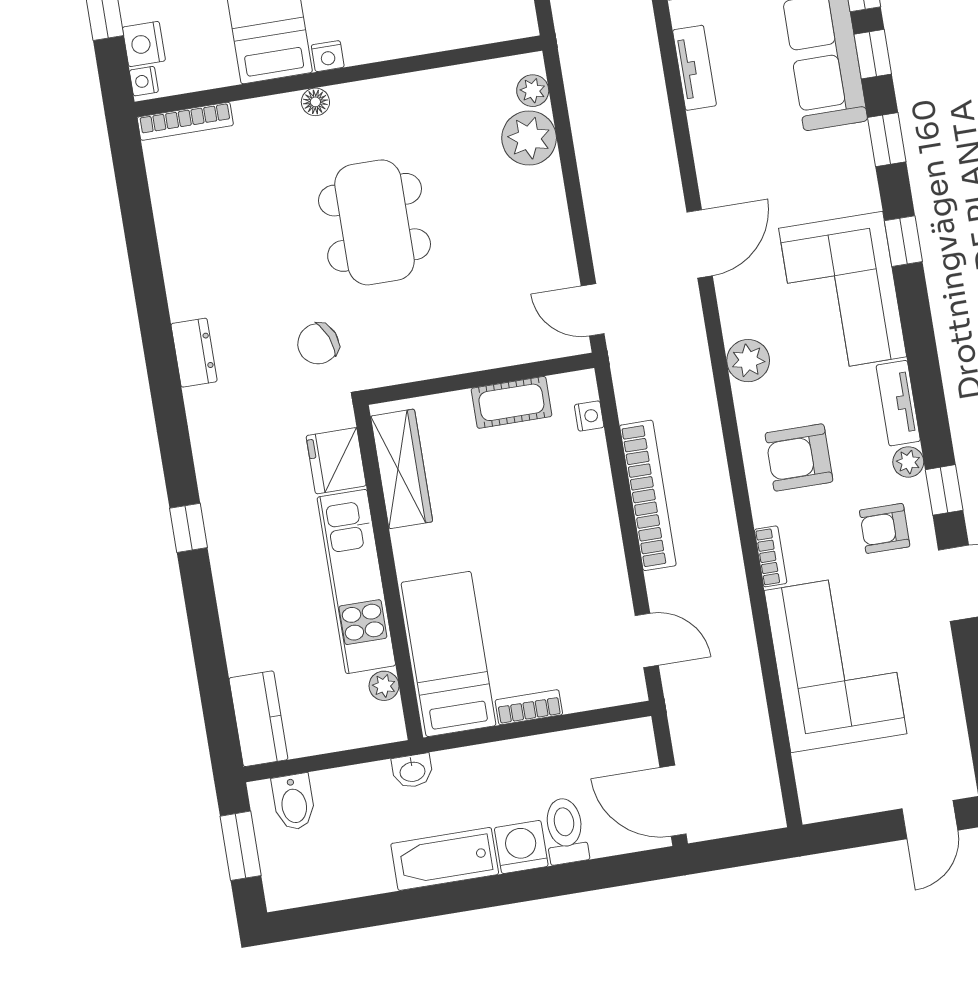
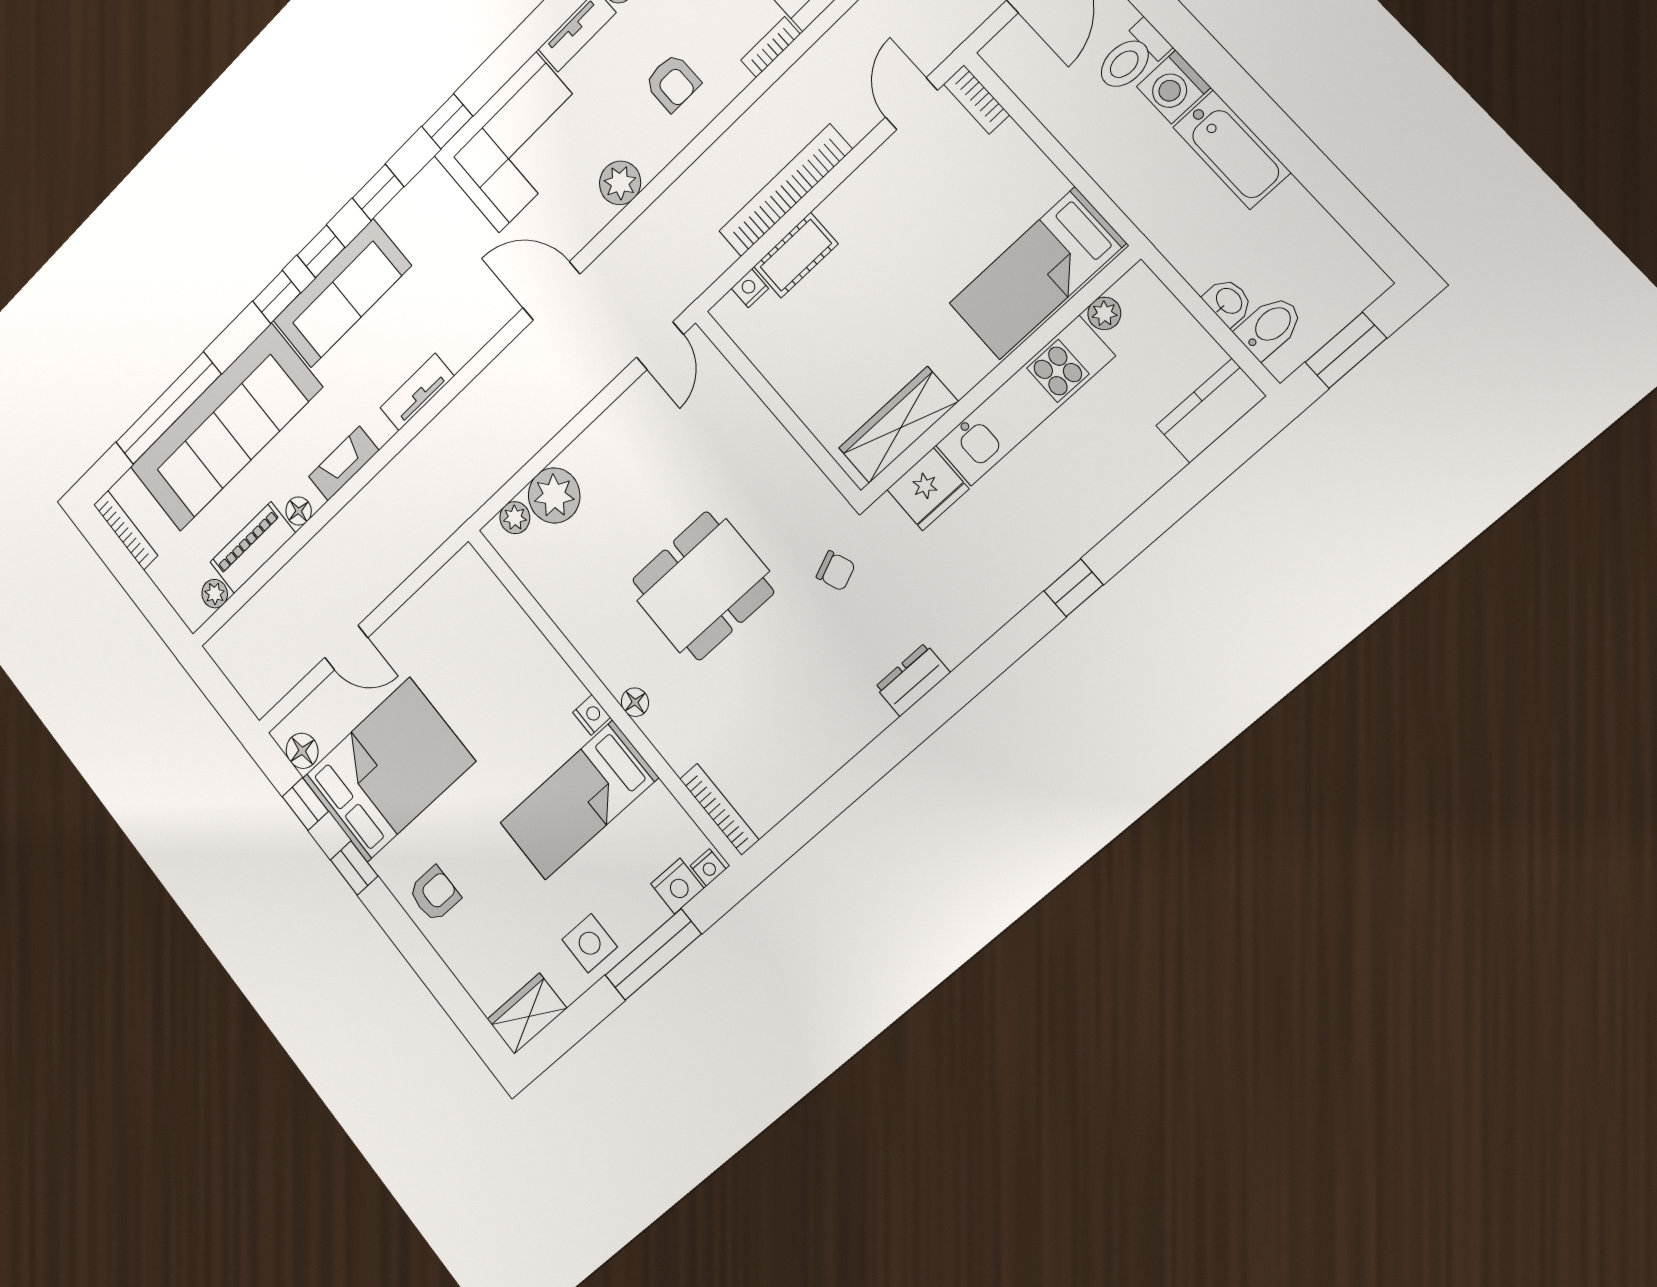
chair: (318, 344) -> (836, 571), width x0.73, depth x0.73
cot: (511, 402) -> (796, 255), moved, turned 90
armchair: (799, 457) -> (673, 82), width x0.72, depth x0.72
bookcase: (529, 707) -> (976, 99), moved
washbasin: (412, 771) -> (1228, 302), moved

